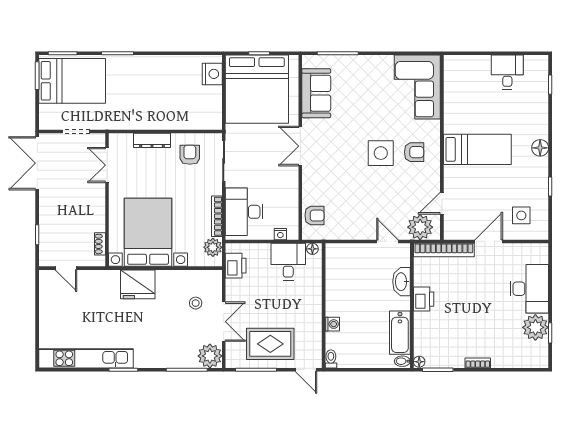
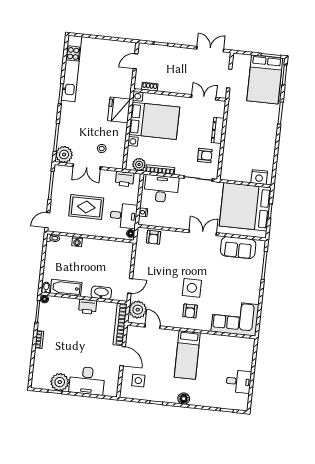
double door: (37, 163) -> (210, 49), width x0.73
rug: (270, 344) -> (86, 207), moved, turned 90

